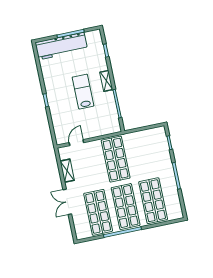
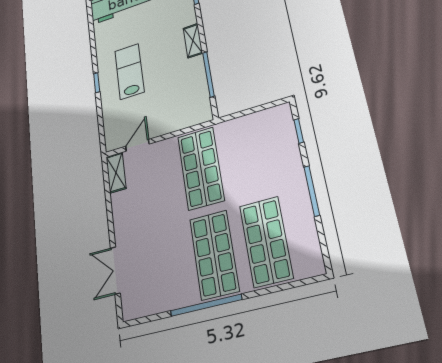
lab bench: (83, 92) -> (129, 71), moved
shelving: (67, 171) -> (116, 173), moved
double door: (67, 202) -> (115, 270), moved
shop shelf: (98, 212) -> (164, 267), removed

